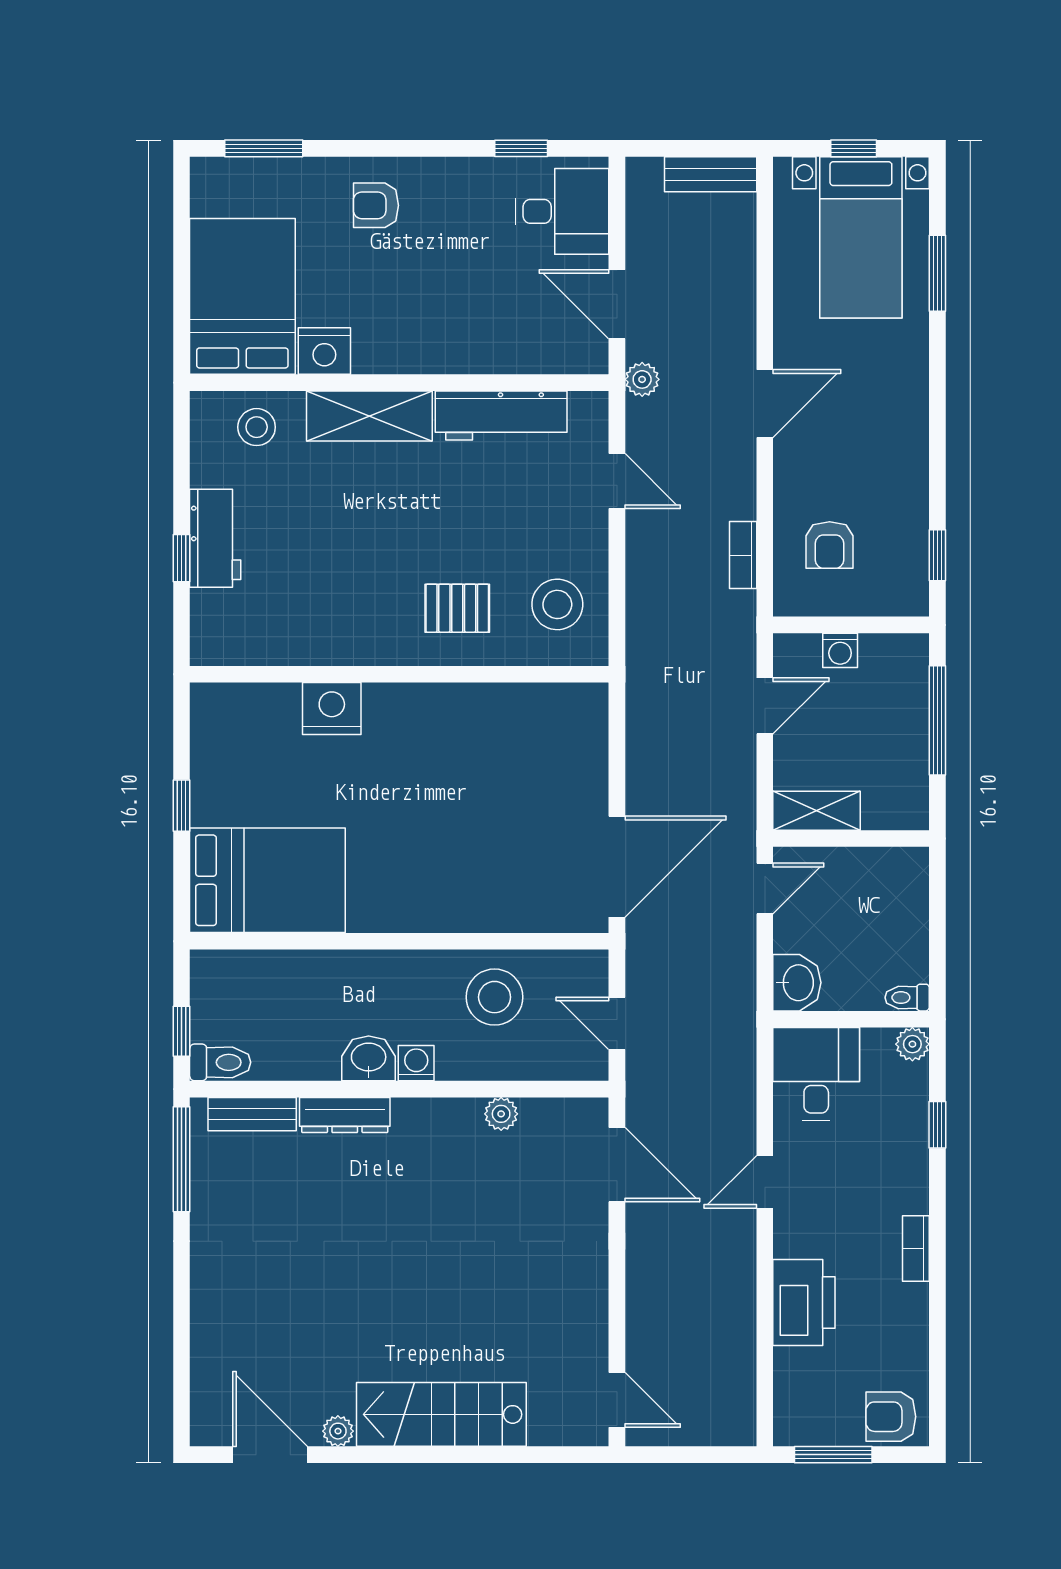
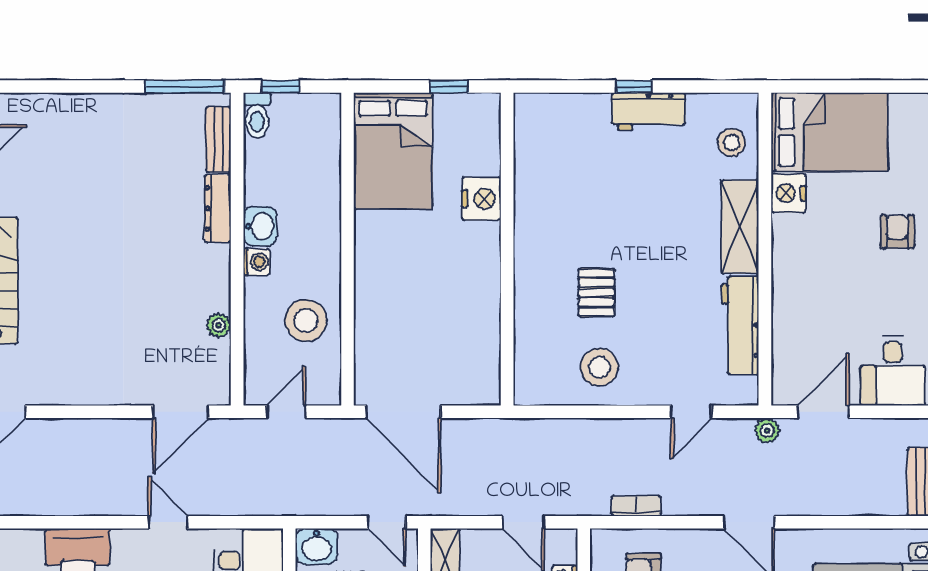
wall: (399, 674) -> (507, 249), moved
nightstand: (332, 708) -> (482, 199), moved

